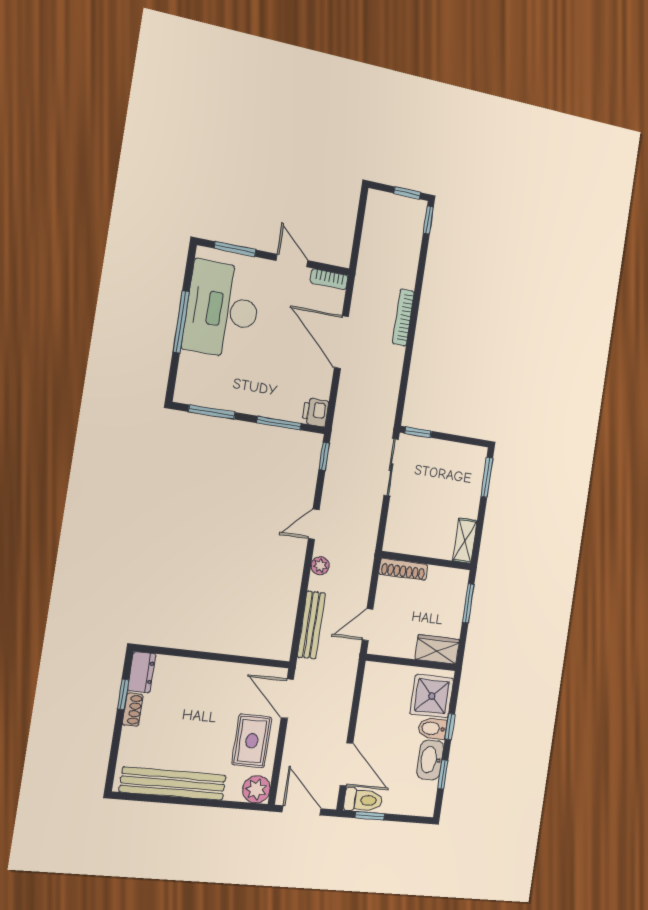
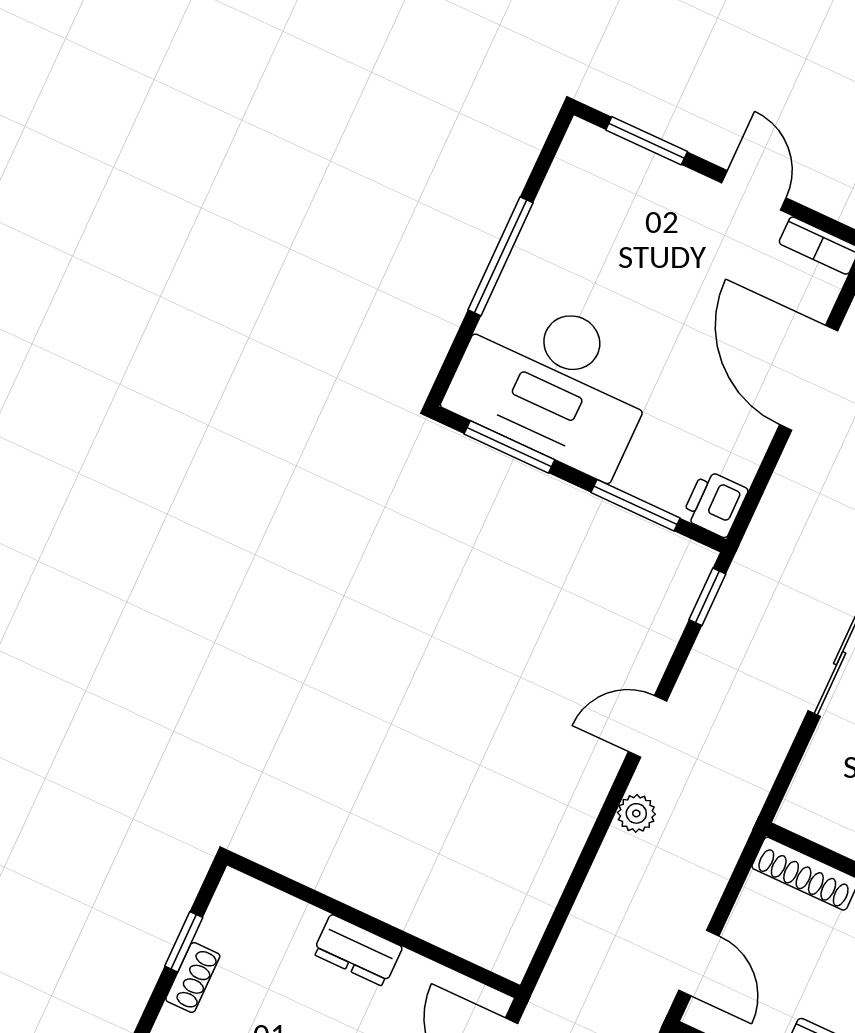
desk: (222, 310) -> (554, 382), moved, turned -90
bench: (311, 625) -> (585, 926), removed
door: (368, 625) -> (699, 963), swing flipped
dresser: (142, 672) -> (358, 950), moved, turned 90

